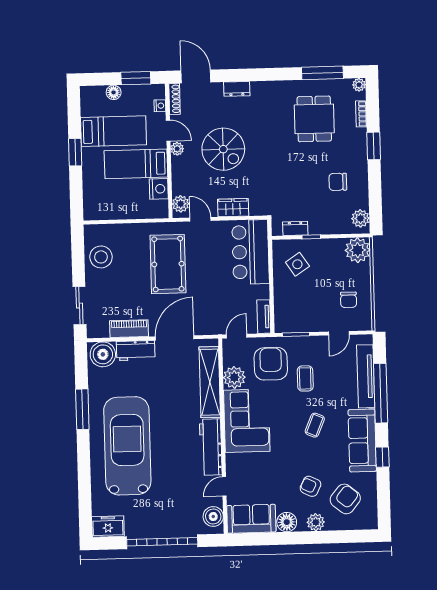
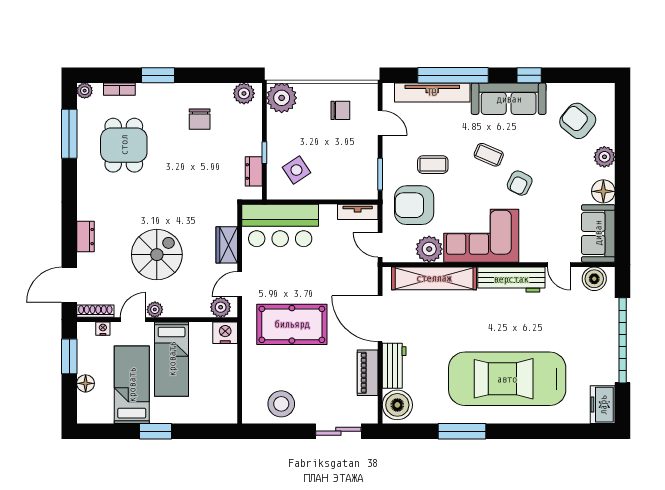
dining table: (314, 119) -> (124, 145), turned 90
nightstand: (159, 189) -> (225, 333), moved
armchair: (310, 486) -> (520, 183), moved

